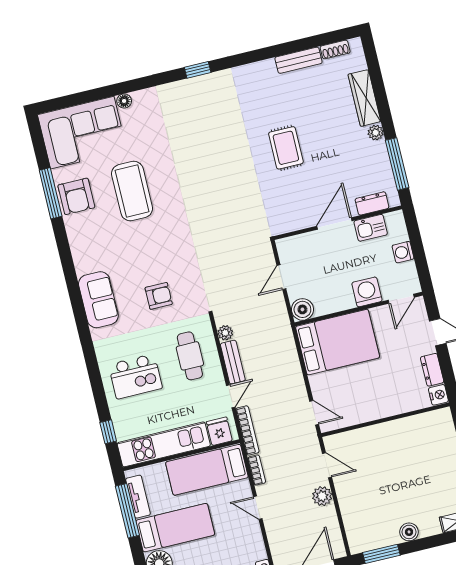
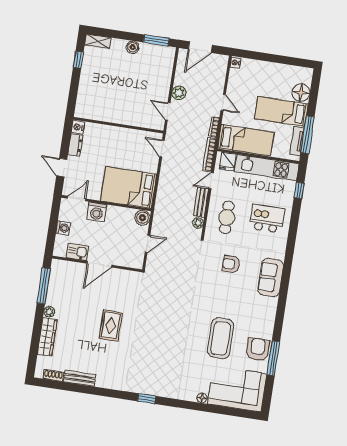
dresser: (372, 203) -> (70, 267), removed

